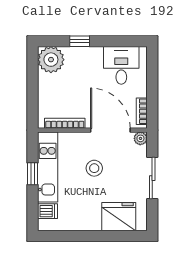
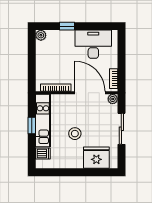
plant: (51, 60) -> (41, 35), width x0.53, depth x0.53
desk: (121, 65) -> (93, 44), width x1.37
stool: (94, 168) -> (75, 134), moved

